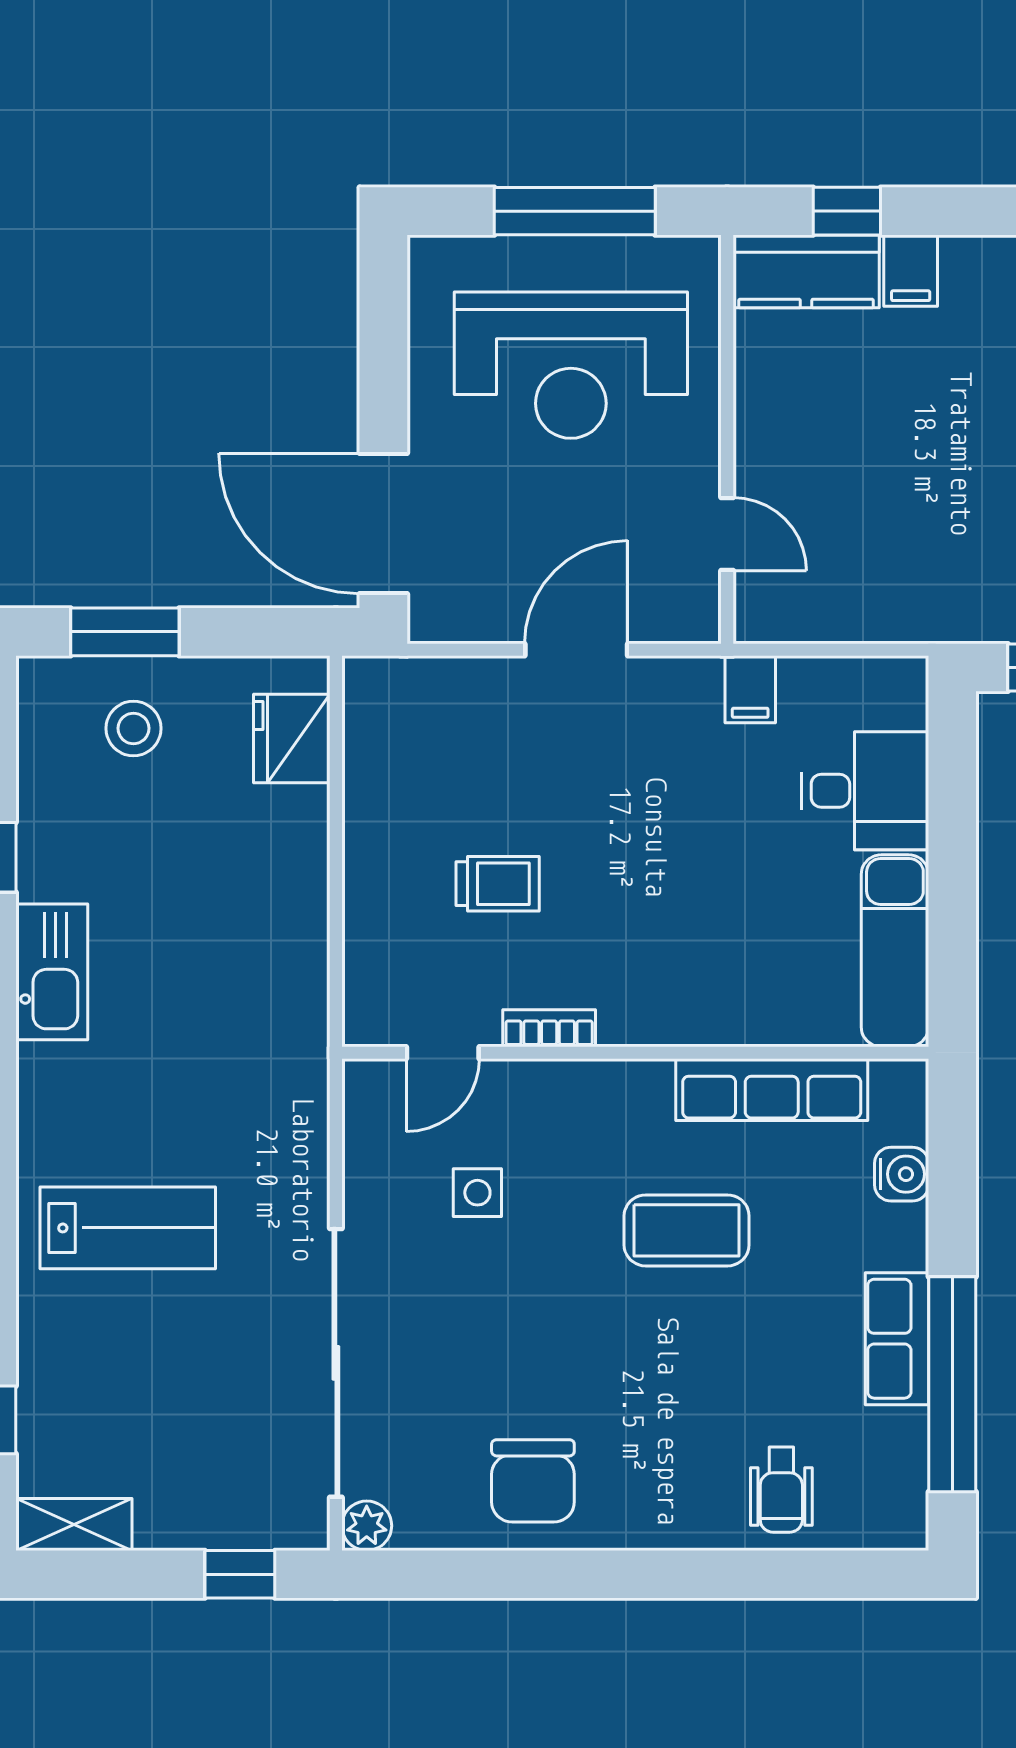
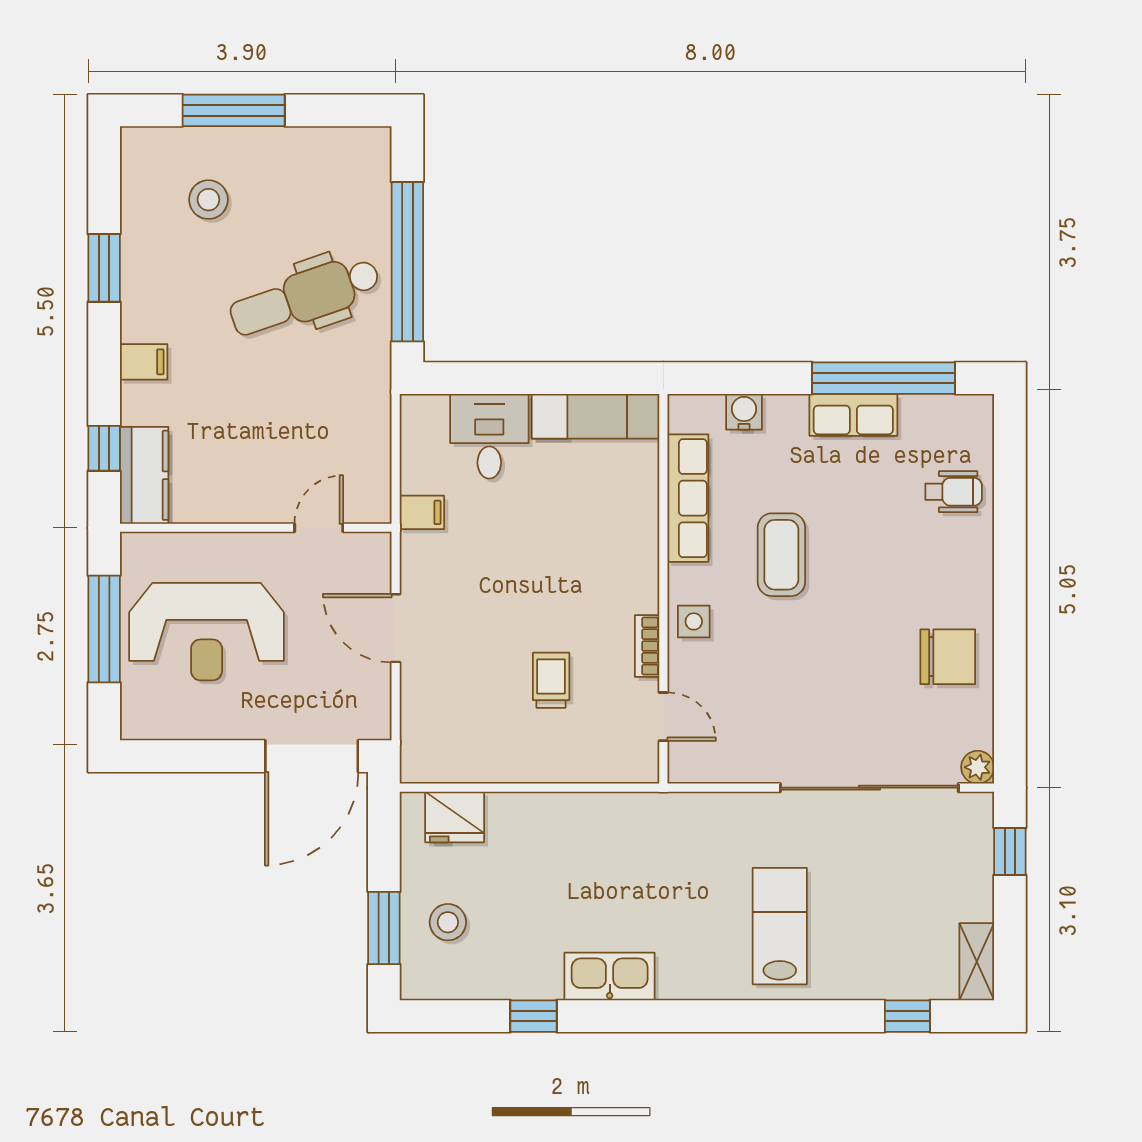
filing cabinet: (911, 271) -> (144, 362), moved
reception desk: (571, 365) -> (207, 632), turned 90
side table: (477, 1193) -> (694, 621), moved

